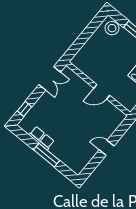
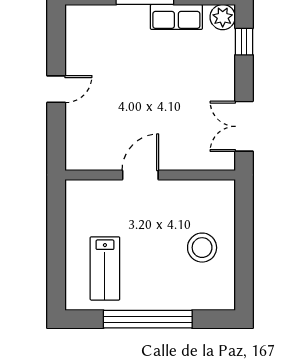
stool: (112, 28) -> (202, 248), moved
plant: (25, 124) -> (223, 17), added

